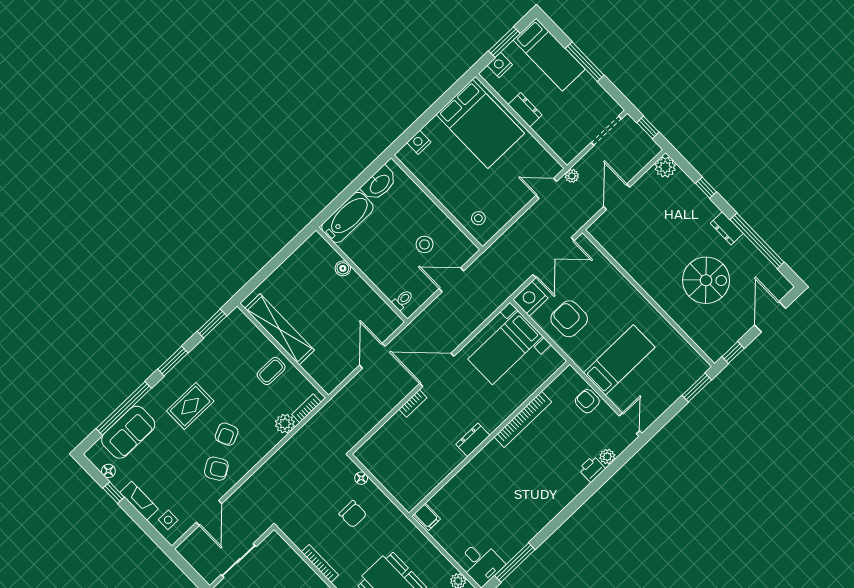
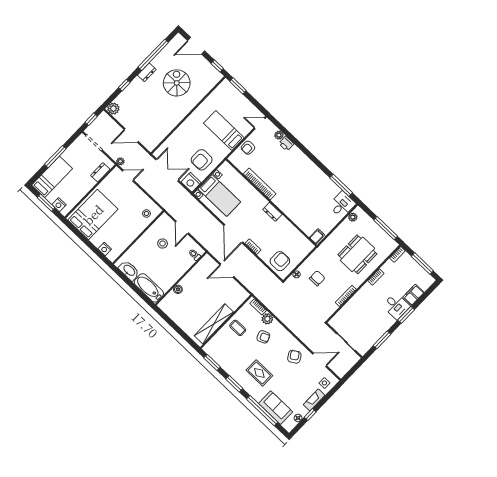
dresser: (525, 110) -> (100, 172), moved
door: (546, 188) -> (128, 176), swing flipped
armchair: (227, 434) -> (263, 337), moved
armchair: (386, 450) -> (280, 261), added

